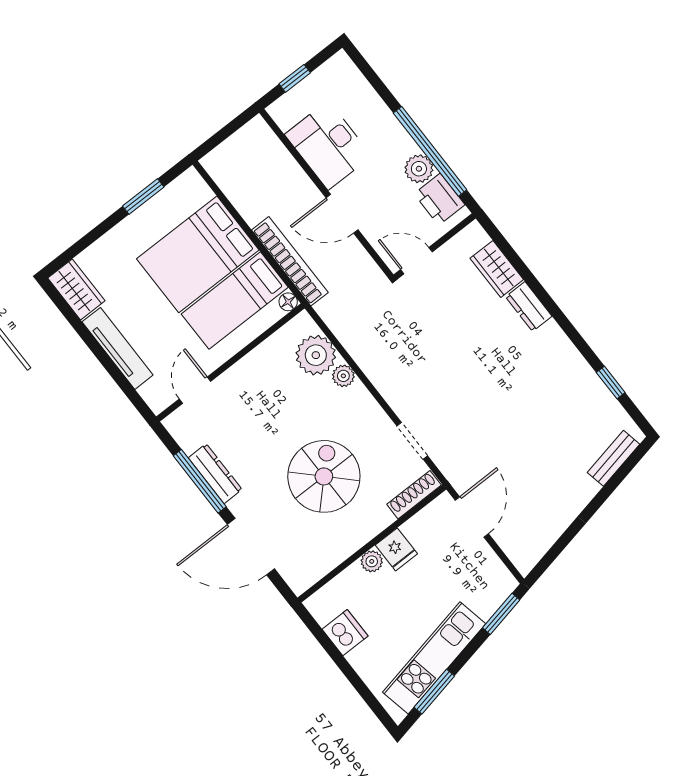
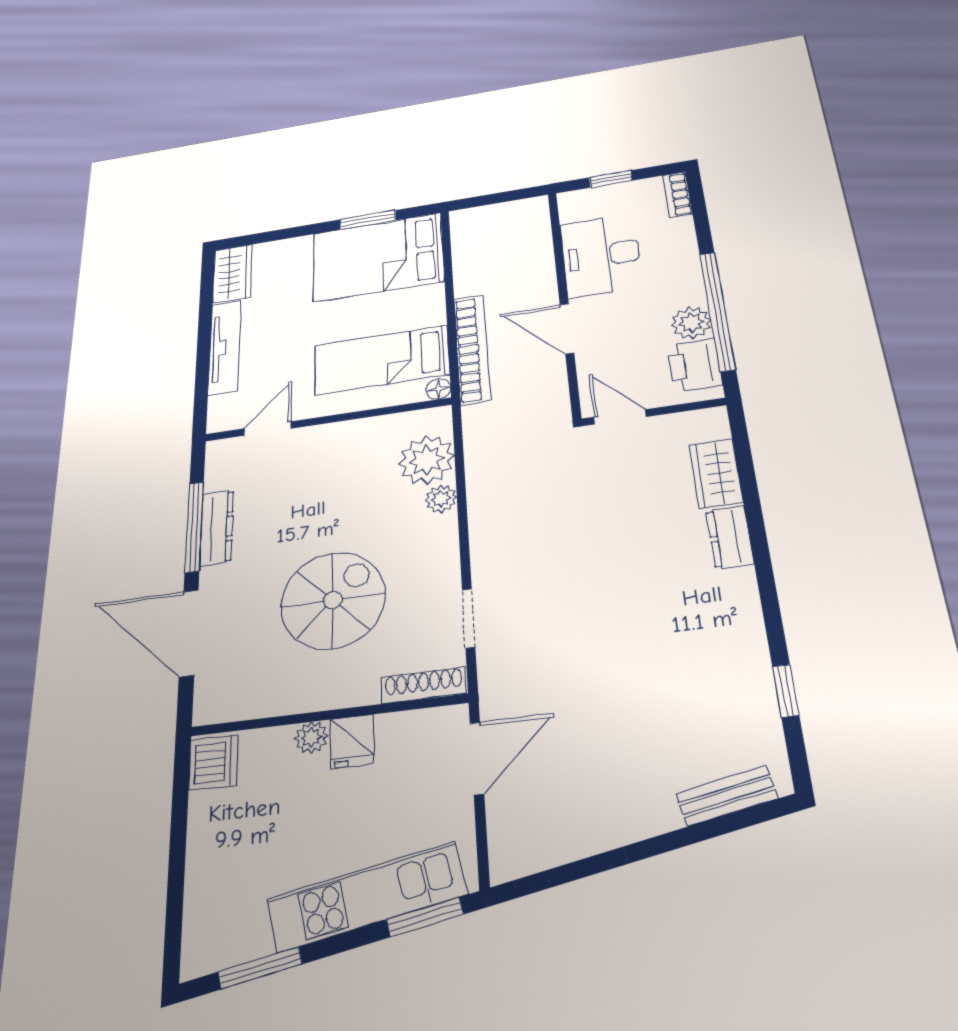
bookcase: (349, 70) -> (677, 195), added
bed: (198, 254) -> (378, 257), moved
dishwasher: (345, 633) -> (213, 762), moved
kitchen unit: (434, 658) -> (367, 897), moved

